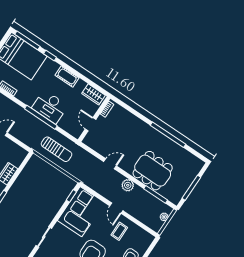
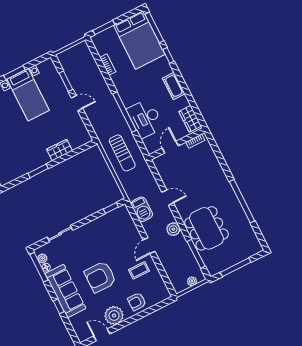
desk: (50, 107) -> (145, 118), moved
barbecue: (95, 184) -> (142, 209), added
corner sofa: (81, 212) -> (112, 229), removed

